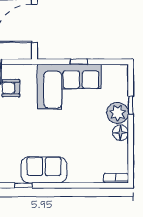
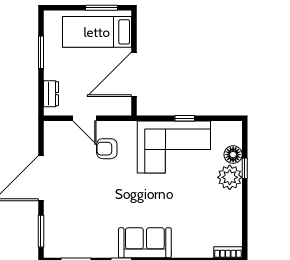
floor lamp: (121, 133) -> (233, 155), moved

